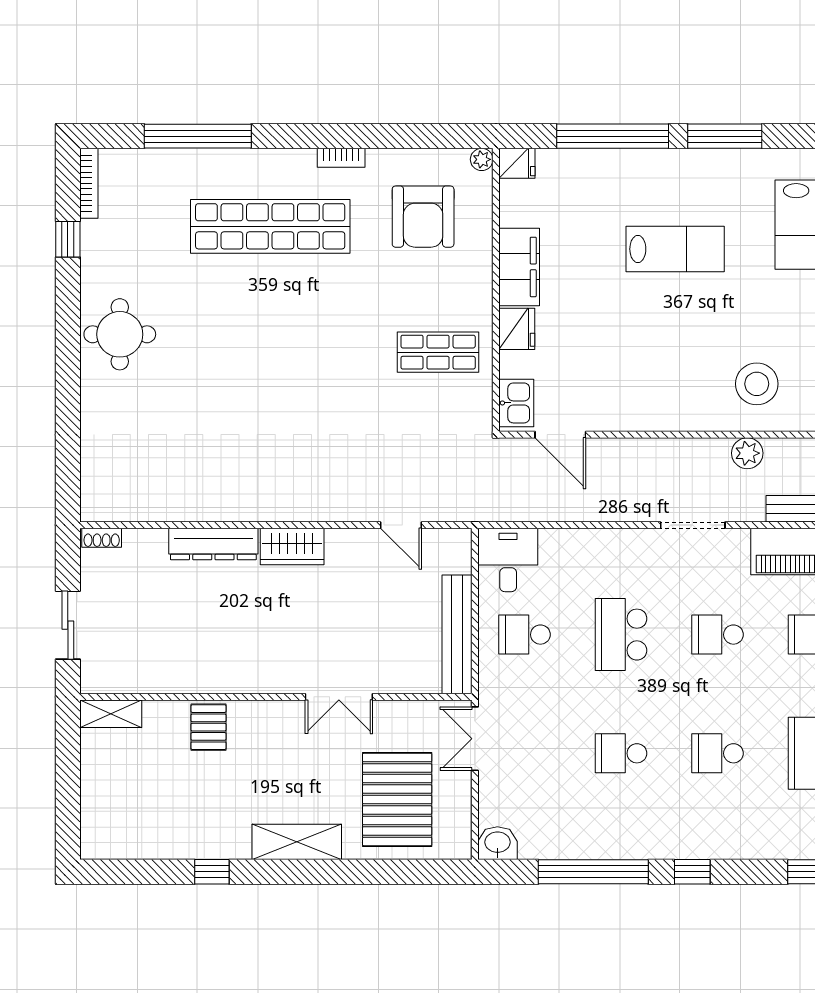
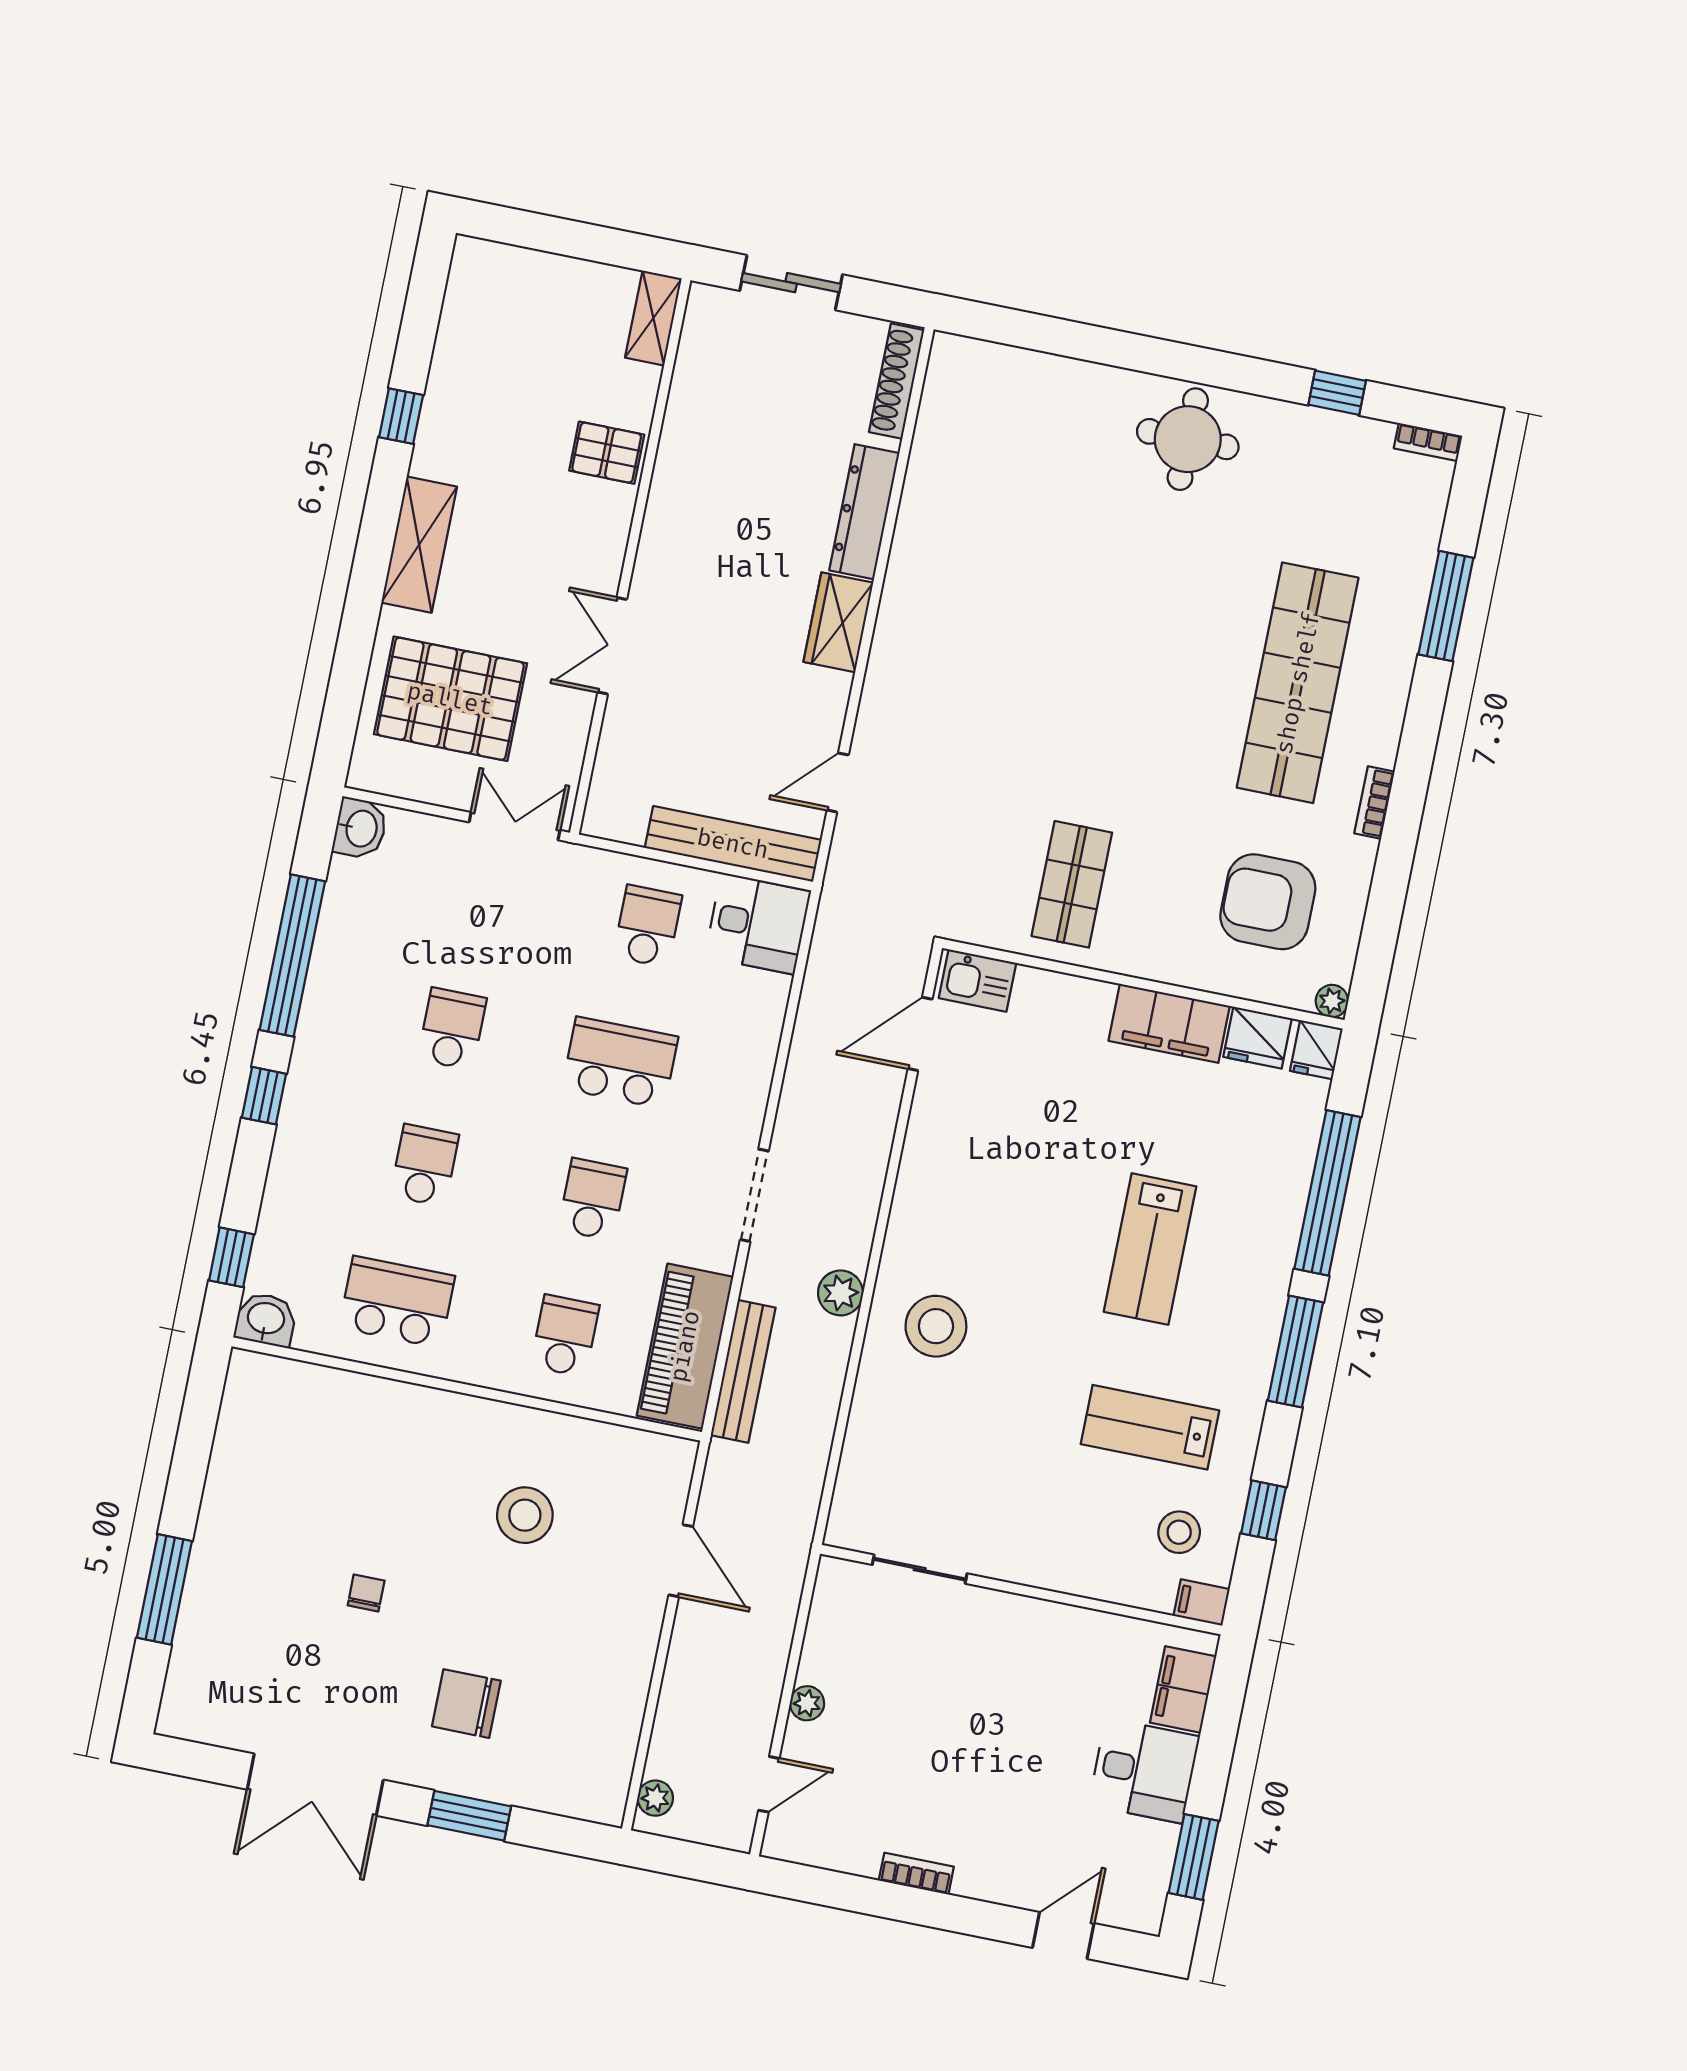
window: (198, 136) -> (1446, 606), width x0.68
bookcase: (89, 183) -> (1428, 442), width x0.64
fridge: (517, 329) -> (1258, 1038), moved
shoe rack: (102, 538) -> (897, 381), width x1.94, depth x1.24
bench: (457, 634) -> (733, 844), moved

